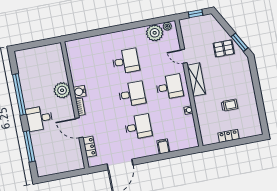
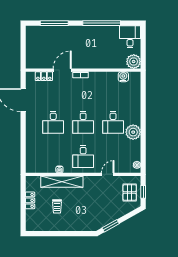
plant: (155, 33) -> (133, 132), moved
pallet: (224, 48) -> (130, 193), moved
shelving: (196, 80) -> (62, 182), moved, width x1.47
plant: (62, 90) -> (134, 62), moved
water cooler: (80, 92) -> (123, 77), moved
desk: (39, 118) -> (130, 37), moved
filing cabinet: (163, 146) -> (32, 141), removed

